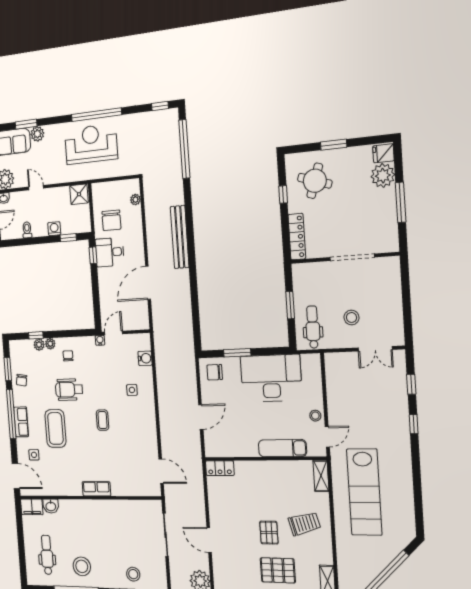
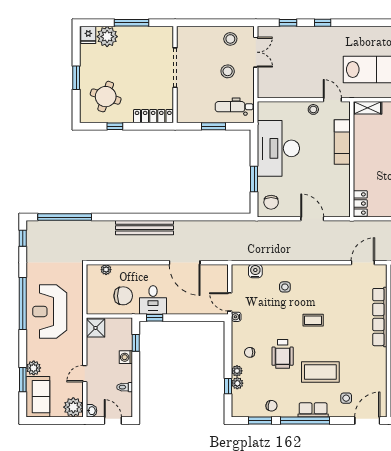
stool: (389, 319) -> (230, 39), added
row of seats: (96, 489) -> (380, 317), width x2.02

